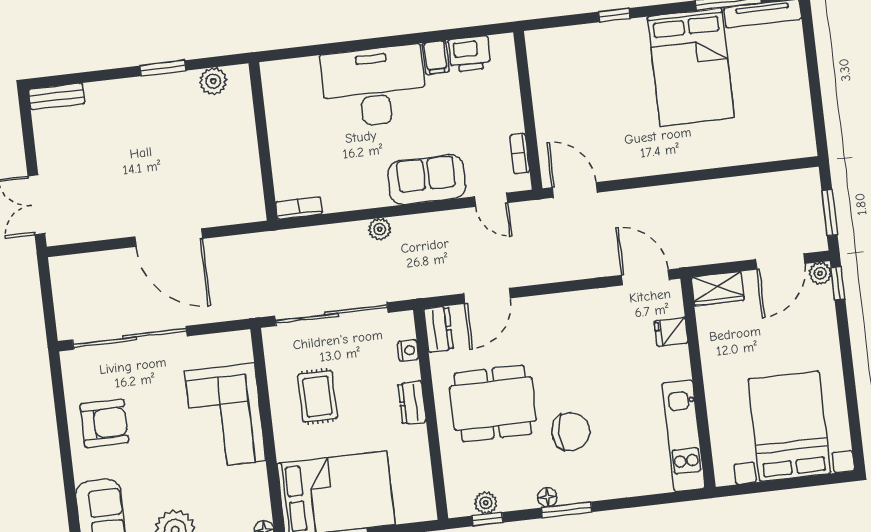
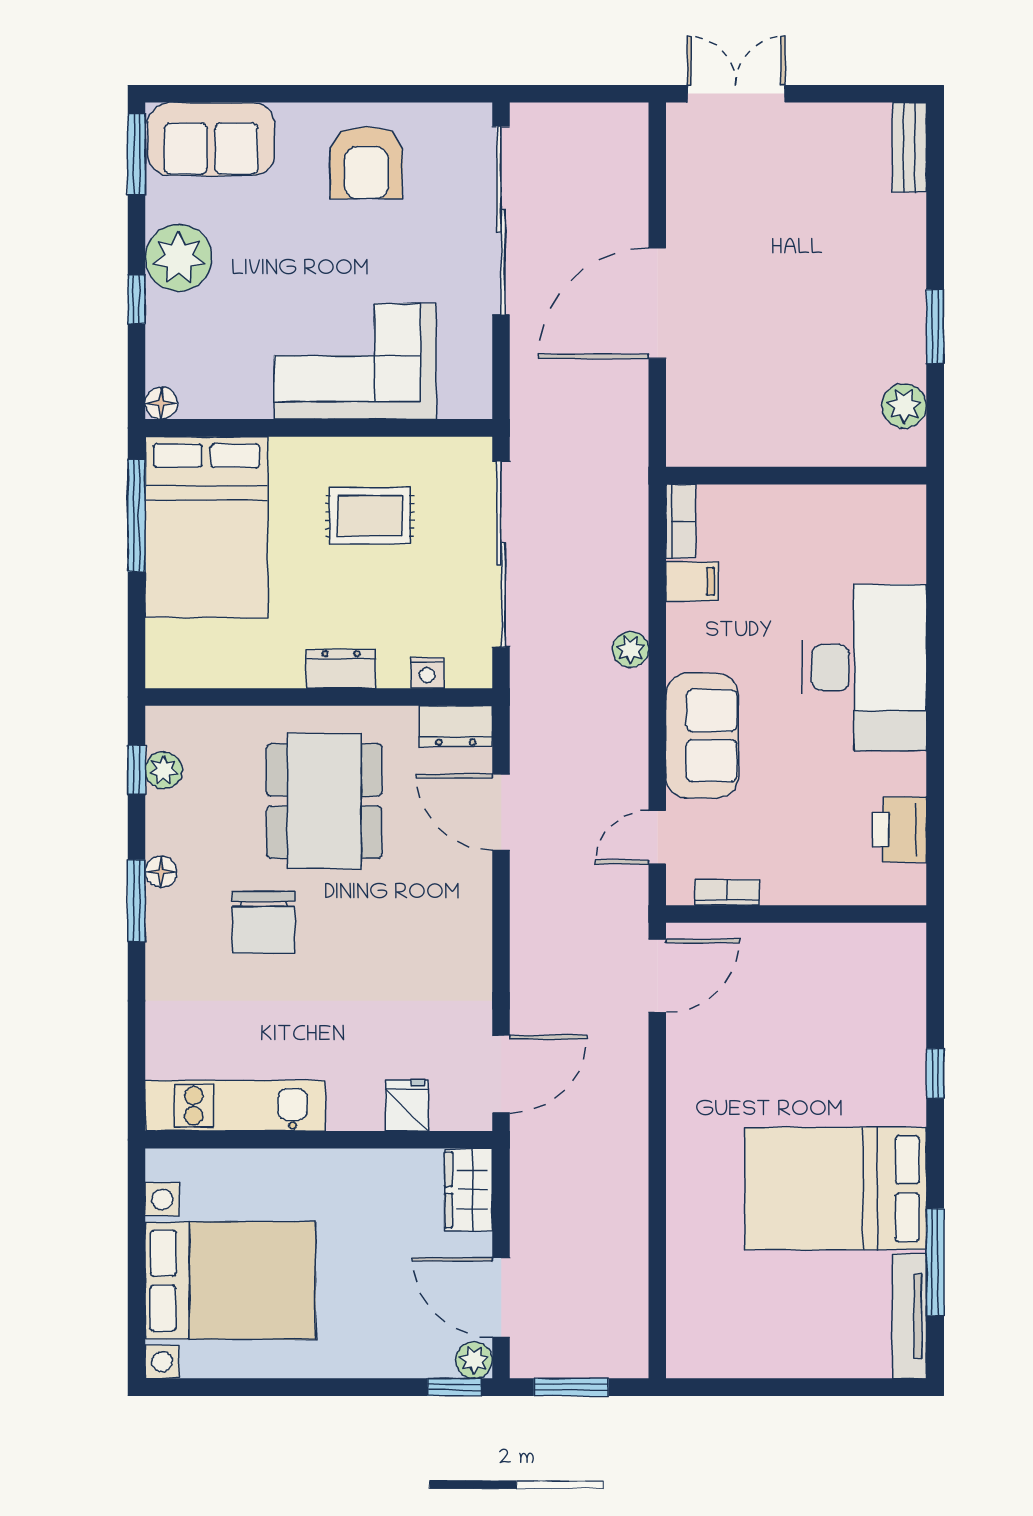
filing cabinet: (436, 57) -> (692, 581), moved, turned 180

